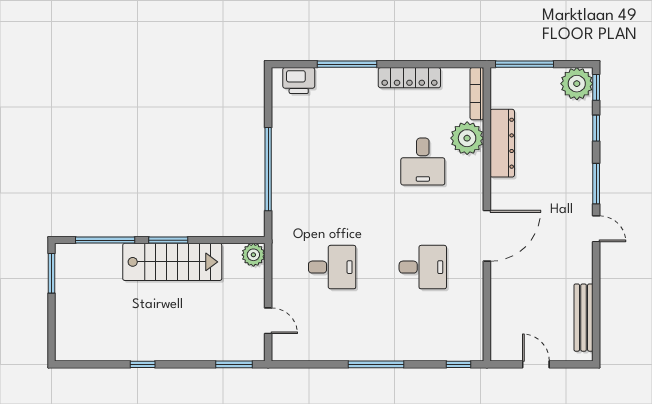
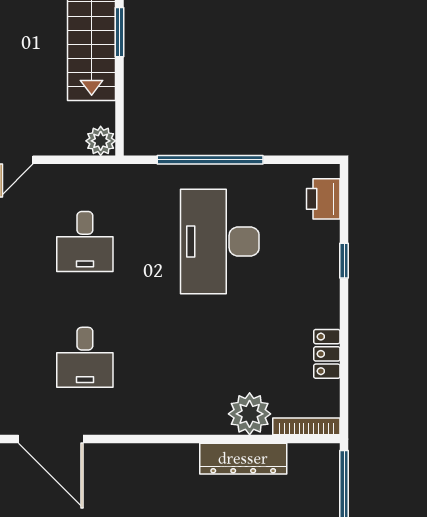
window: (347, 64) -> (344, 261), width x0.46
locker: (409, 78) -> (327, 354), width x0.66
desk: (423, 161) -> (220, 242), moved, width x1.87, depth x1.30
door: (487, 236) -> (51, 439), moved

